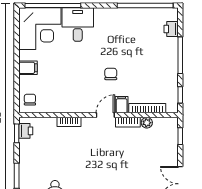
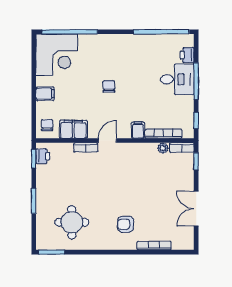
desk: (78, 24) -> (177, 79), moved, turned 90
chair: (111, 74) -> (109, 86), moved
filing cabinet: (56, 104) -> (73, 129), added
door: (105, 115) -> (107, 140), moved
bookcase: (128, 122) -> (182, 148), moved

